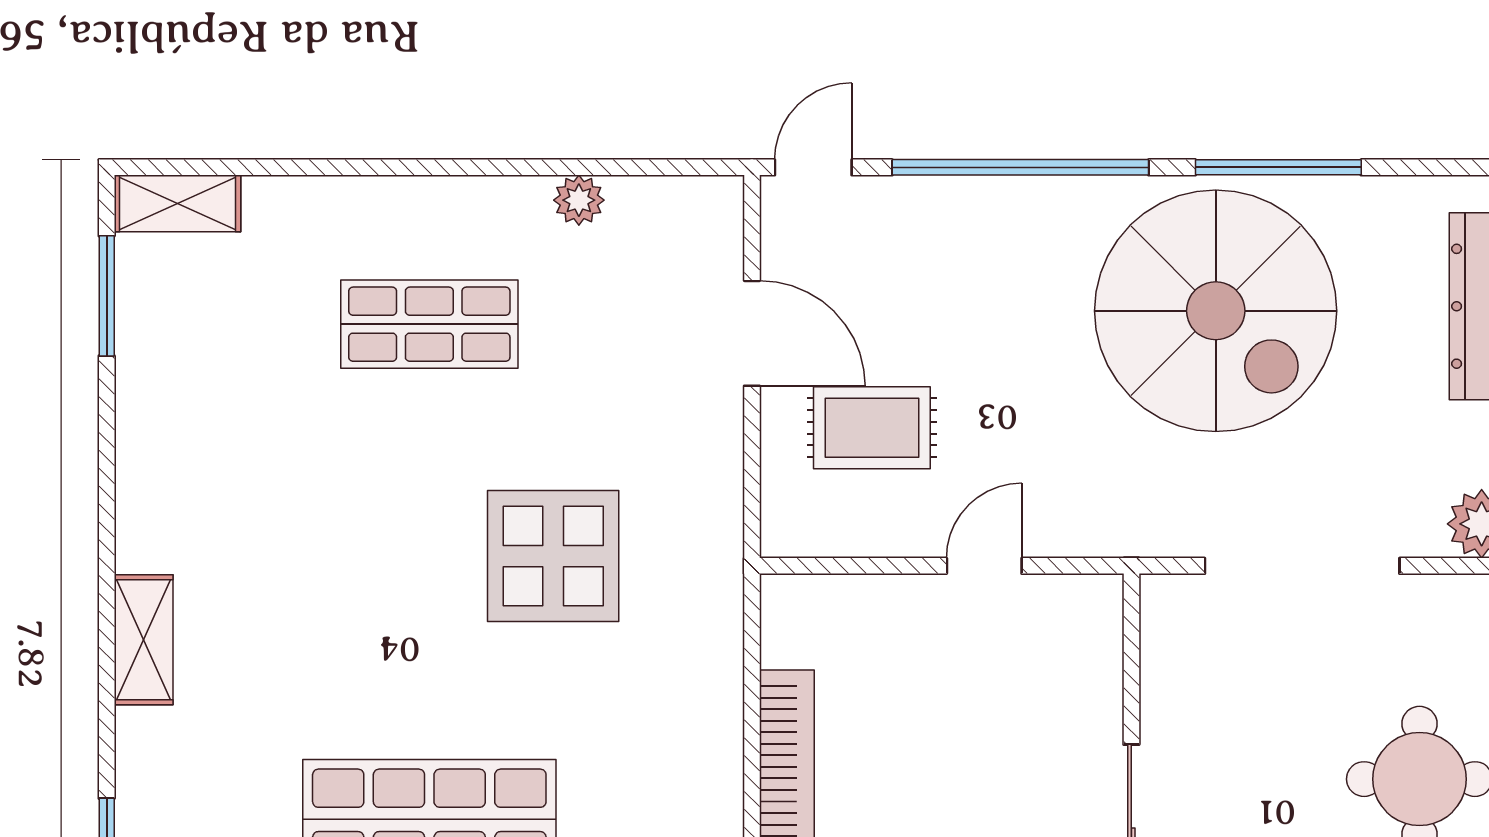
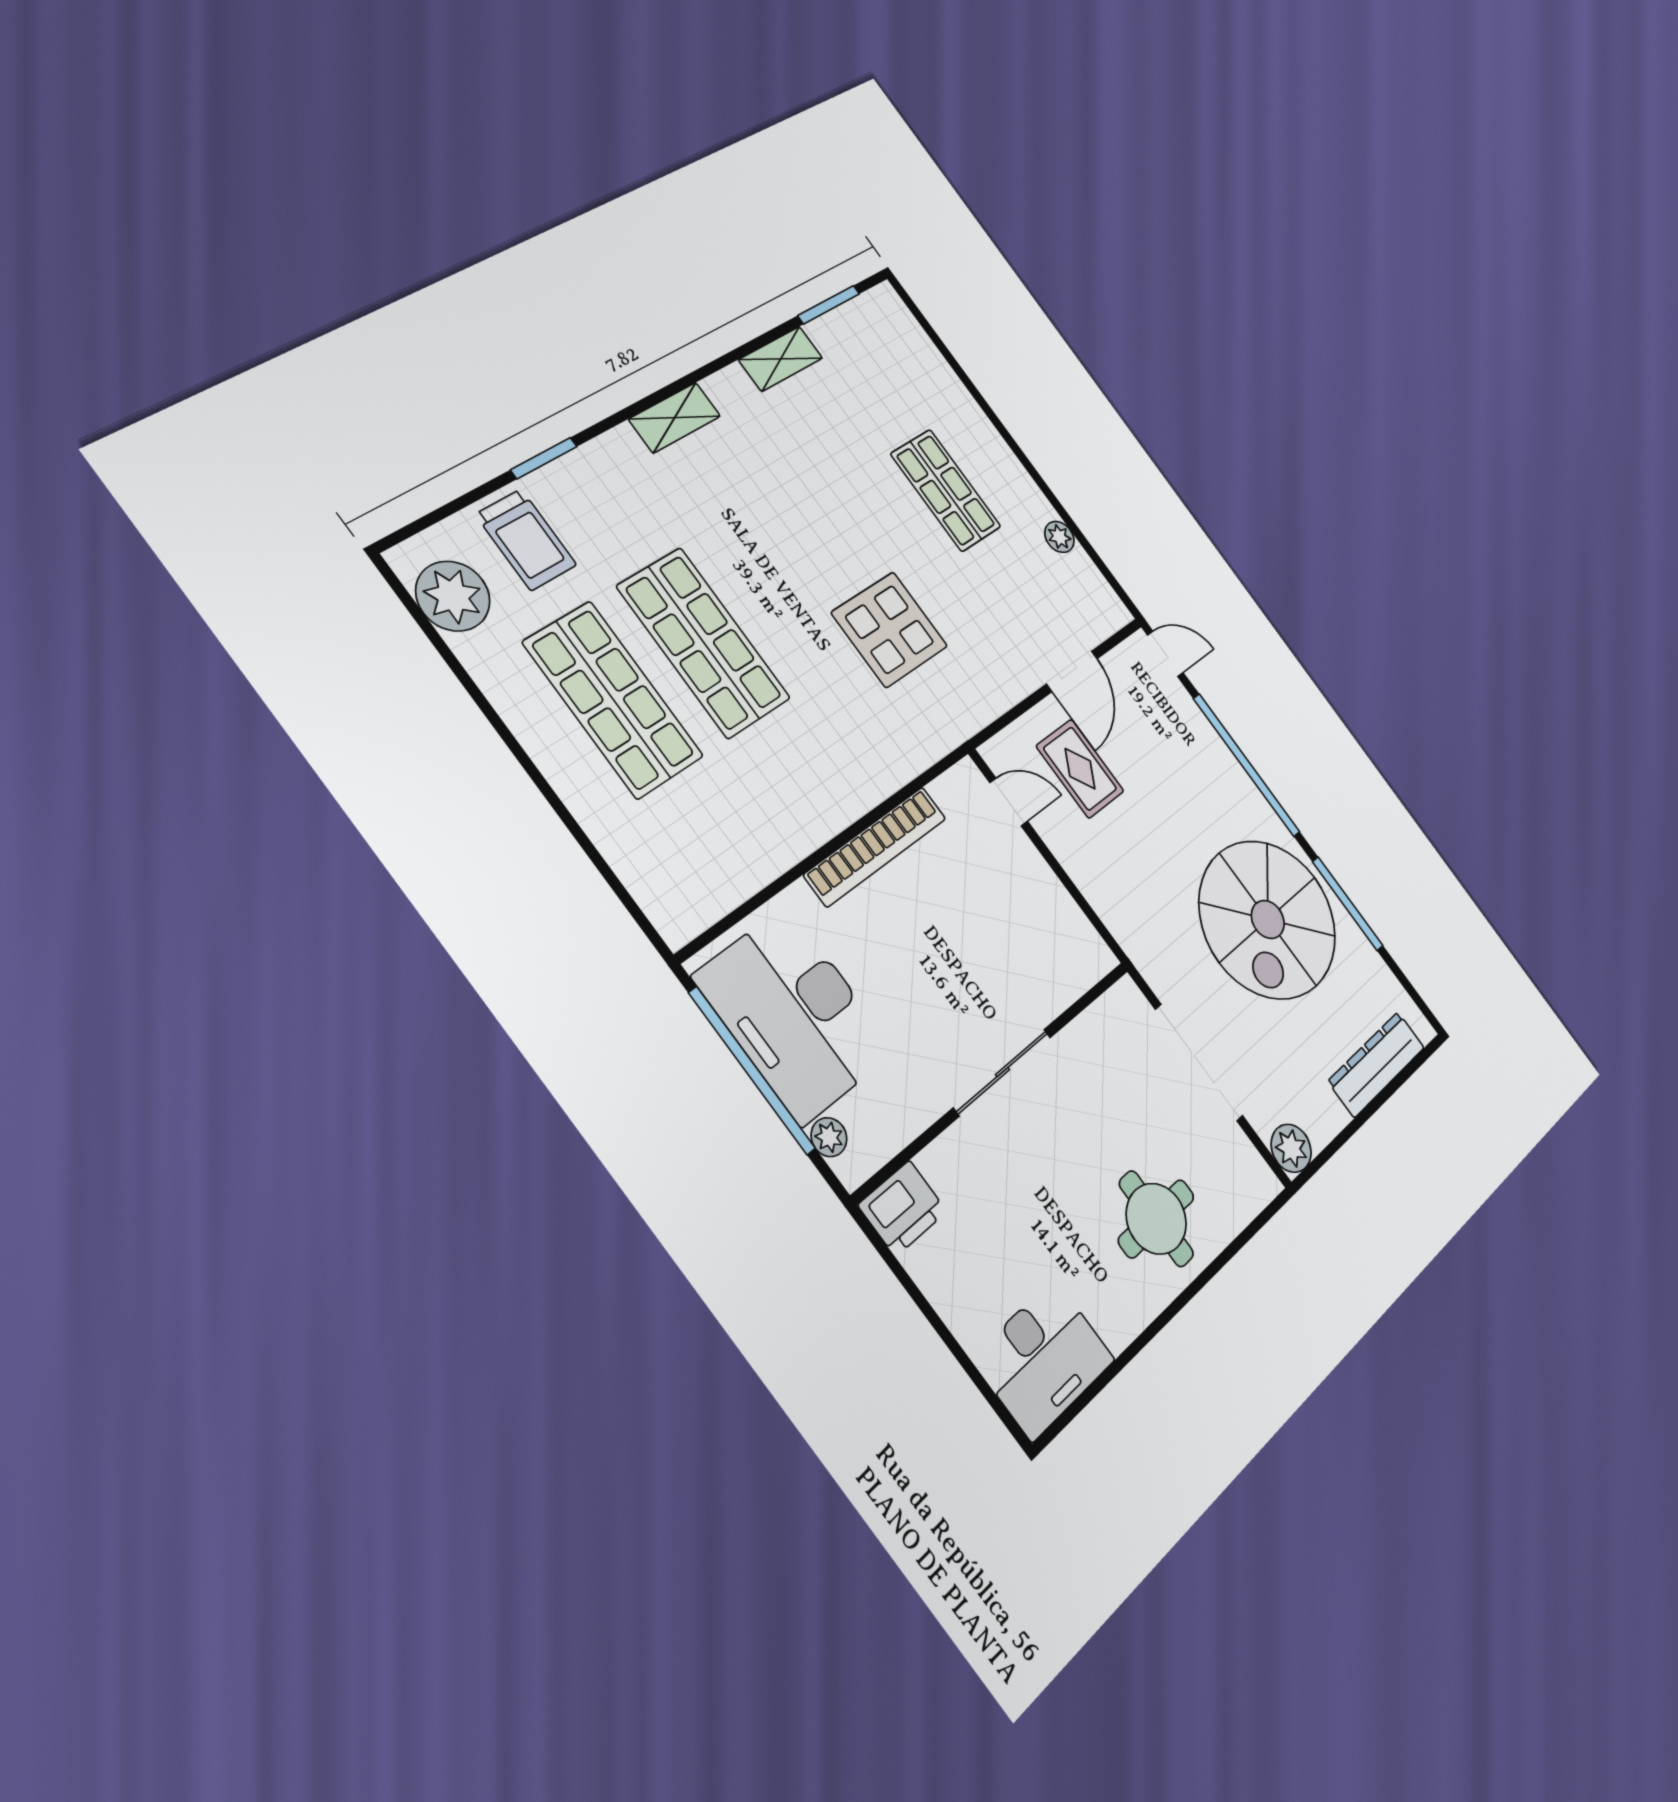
shelving: (178, 203) -> (781, 359), moved, turned 90
door: (984, 566) -> (1009, 802), moved

